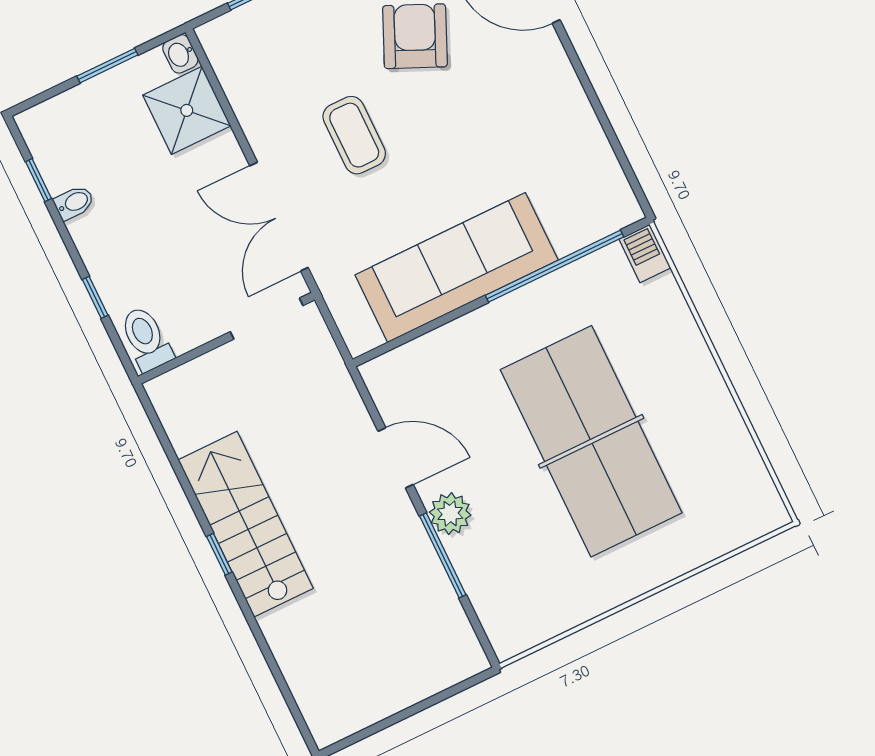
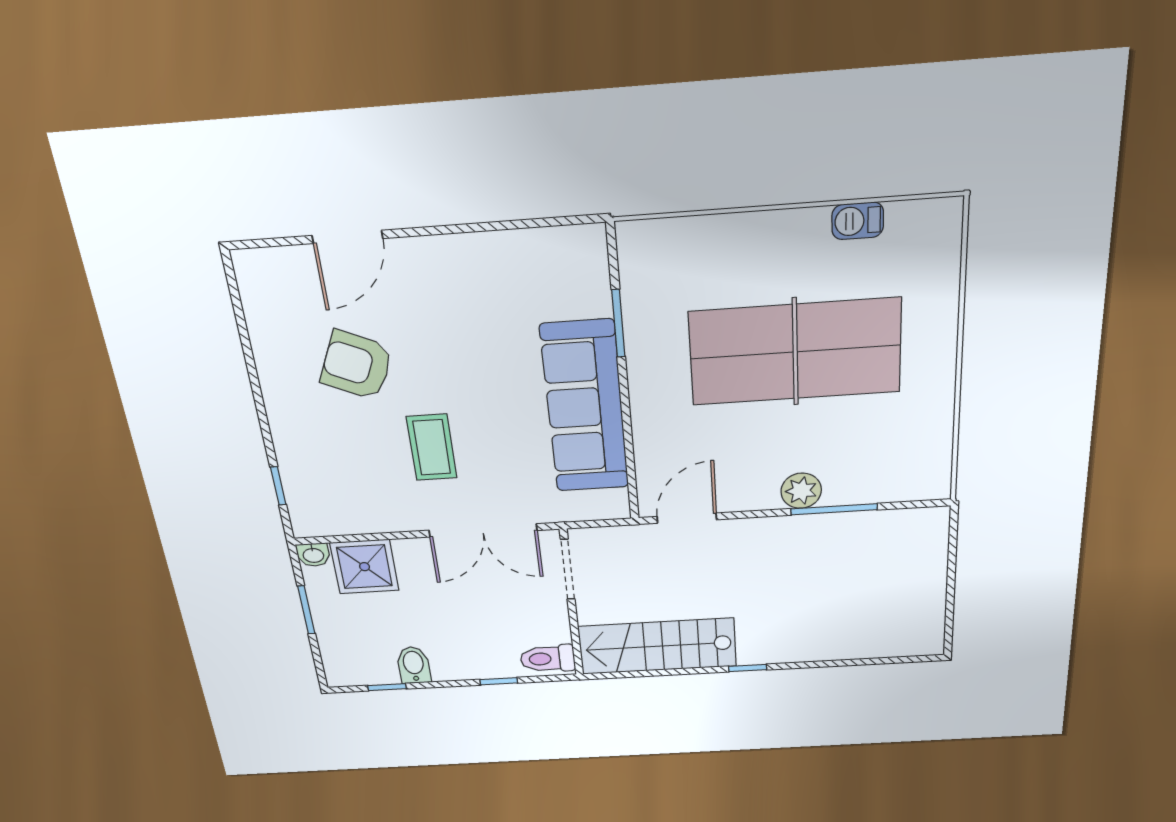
coffee table: (354, 135) -> (432, 447), turned 90
bidet: (74, 203) -> (414, 665), width x1.38, depth x1.36
barbecue: (645, 253) -> (858, 221), moved
window: (555, 266) -> (618, 323), width x0.47
door: (396, 458) -> (687, 518), moved
stairs: (246, 524) -> (657, 646), moved

